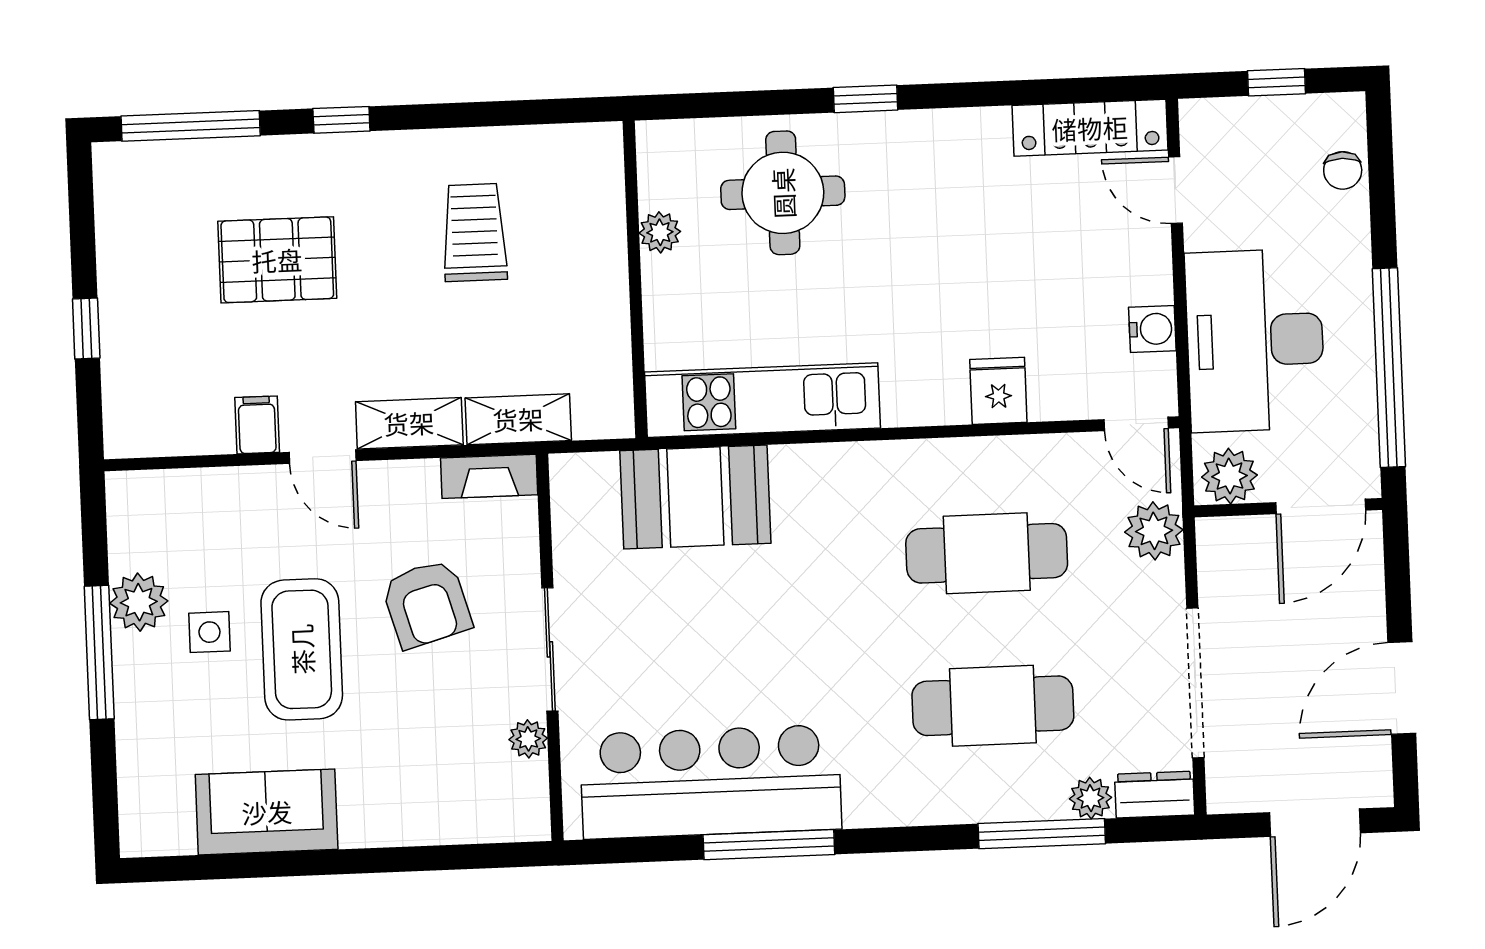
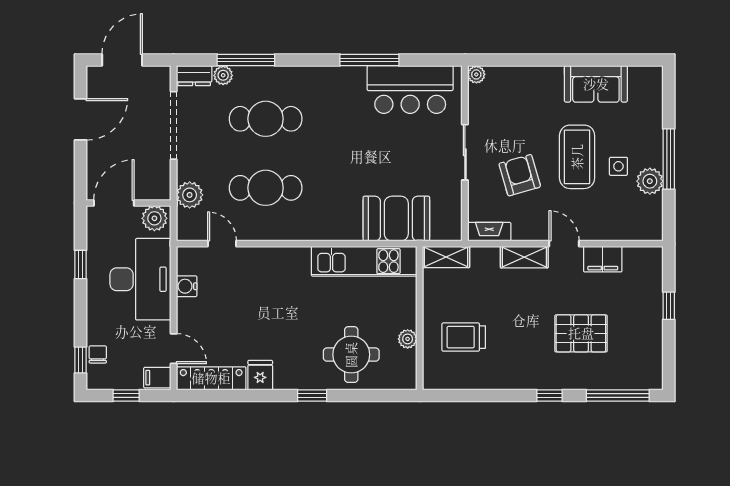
filing cabinet: (1209, 124) -> (157, 378), added
window: (1380, 157) -> (80, 360), added
trolley: (474, 232) -> (464, 337), moved, turned 90
window: (1389, 368) -> (80, 264), width x0.32
fridge: (998, 391) -> (260, 375), moved, turned 180
shelving: (518, 419) -> (446, 257), moved
door: (1136, 424) -> (222, 244), moved
filing cabinet: (257, 425) -> (603, 259), width x2.00
plant: (528, 739) -> (476, 74), moved
bar counter: (711, 782) -> (410, 90), width x0.73

